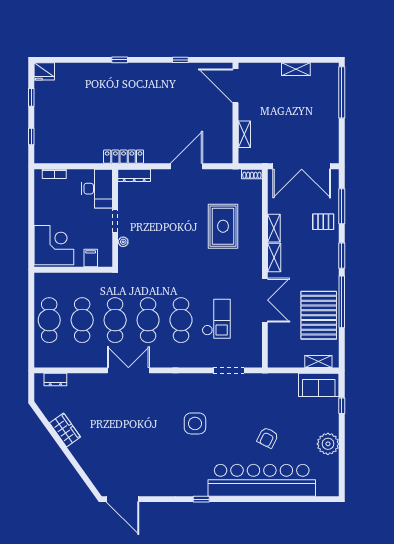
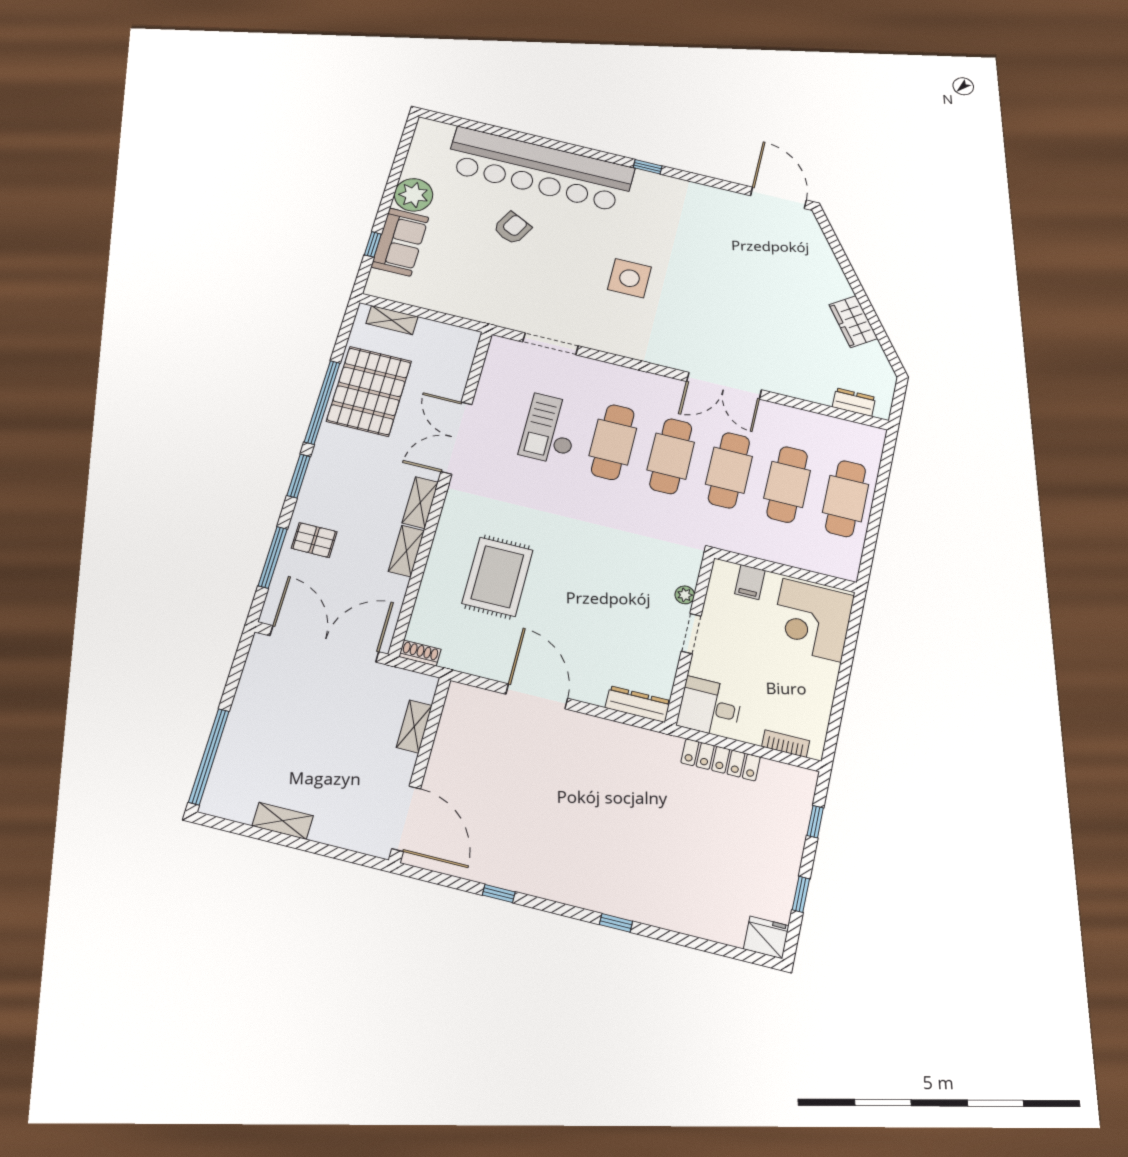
locker: (124, 157) -> (721, 760), moved
door: (187, 166) -> (537, 696), swing flipped
desk: (97, 189) -> (710, 707), width x0.73
sofa: (319, 385) -> (400, 242), moved, turned 90

